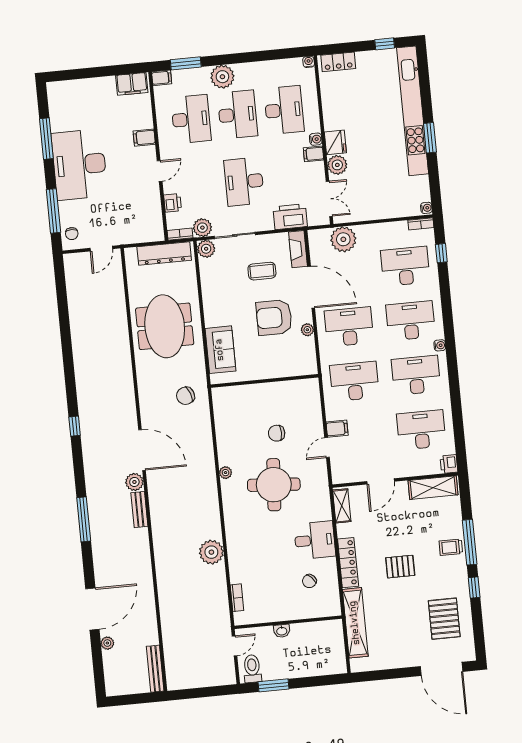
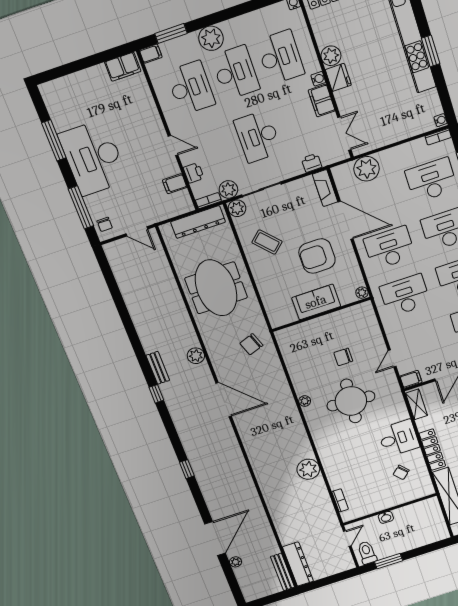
filing cabinet: (144, 138) -> (175, 184), moved
filing cabinet: (314, 154) -> (322, 101), width x2.00
plant: (337, 165) -> (331, 56), moved
door: (160, 171) -> (173, 146), hinge flipped
printer: (290, 217) -> (312, 163), width x0.53, depth x0.68
door: (101, 249) -> (137, 231), hinge flipped
coffee table: (262, 271) -> (267, 242), moved, turned 47
plant: (307, 330) -> (362, 293), moved
sofa: (220, 350) -> (316, 302), moved, turned -90
filing cabinet: (337, 429) -> (411, 379), moved
plant: (134, 482) -> (196, 356), moved
bench: (139, 510) -> (158, 368), moved
window: (84, 519) -> (187, 469), width x0.46
dresser: (174, 663) -> (298, 564), added

